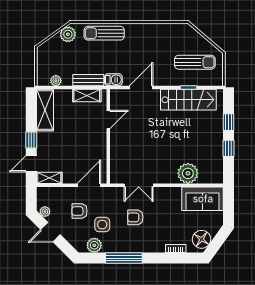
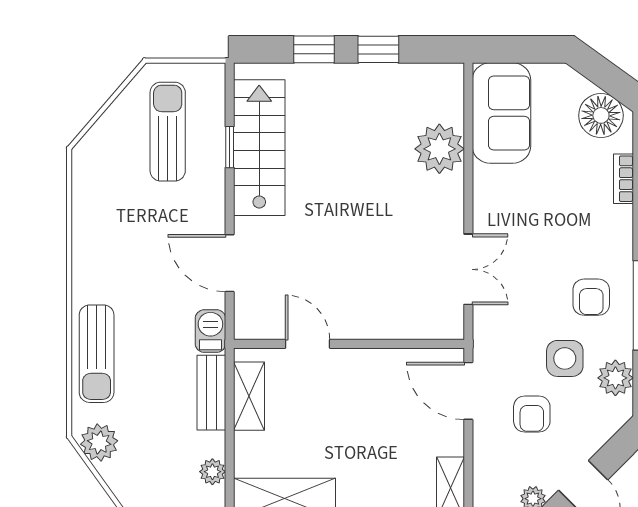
armchair: (135, 217) -> (591, 297), moved

